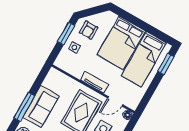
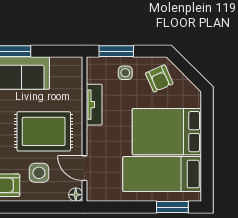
armchair: (89, 30) -> (159, 78), turned -114
window: (66, 34) -> (116, 51), moved
tv unit: (94, 82) -> (94, 105), moved

